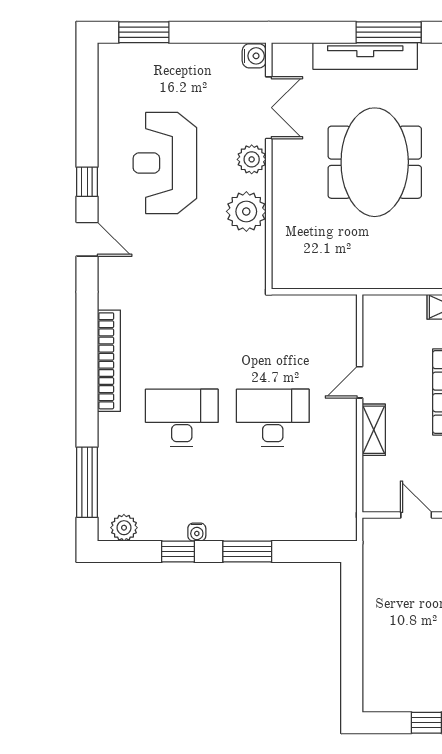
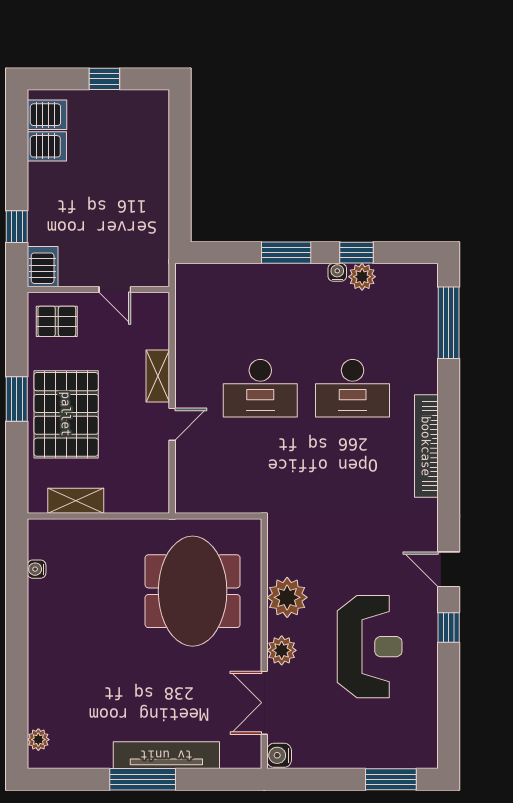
meeting table: (375, 162) -> (193, 591), moved
plant: (124, 528) -> (362, 277), moved

